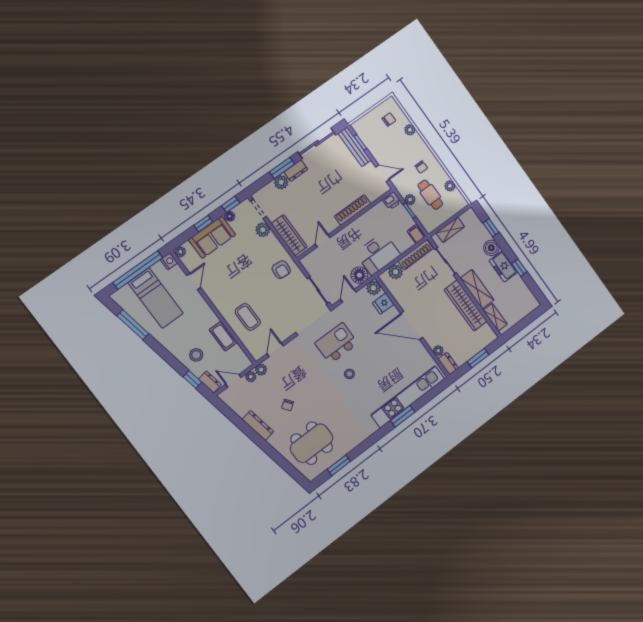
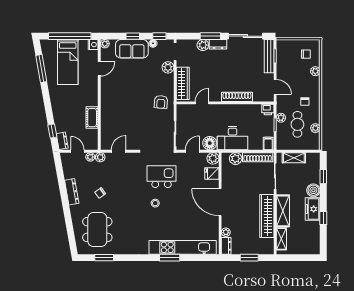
coffee table: (248, 317) -> (117, 117), removed
stool: (196, 355) -> (66, 117), removed
dining table: (312, 443) -> (97, 230), turned 90

